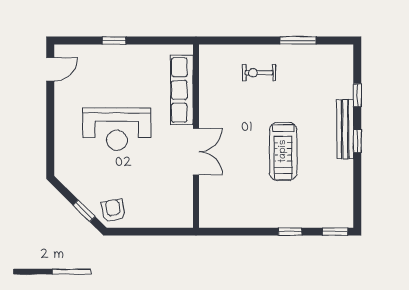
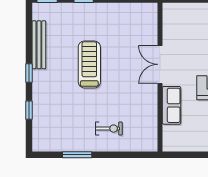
row of seats: (182, 90) -> (171, 105), width x0.68
bench: (345, 129) -> (39, 45), moved

